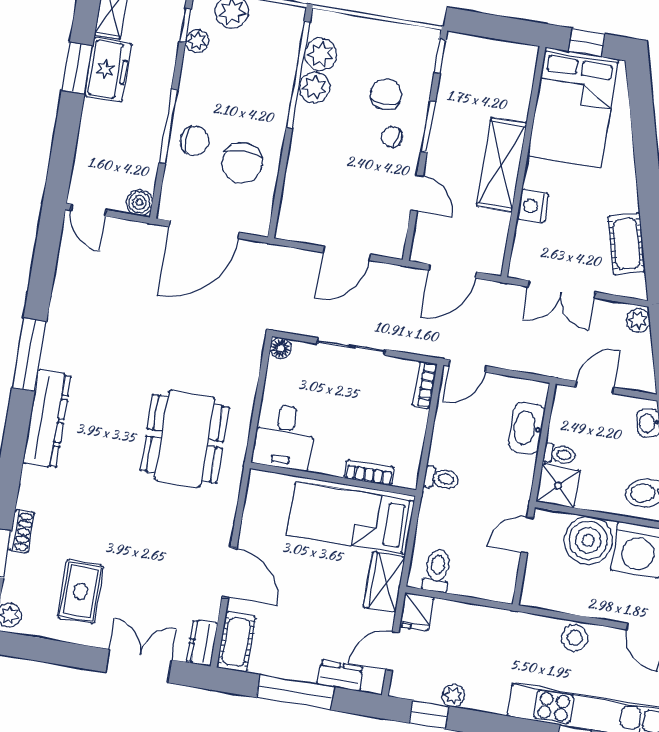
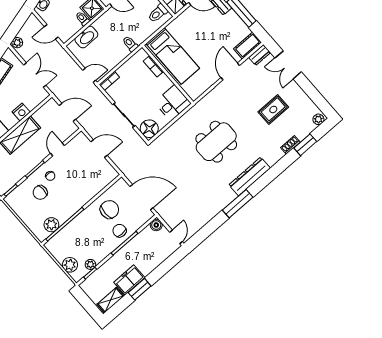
plant: (314, 87) -> (63, 215), removed
floor lamp: (280, 348) -> (149, 129), width x1.89, depth x1.89
dining table: (185, 439) -> (216, 142), moved
wardrobe: (384, 582) -> (179, 24), removed
rug: (81, 591) -> (273, 109), moved

